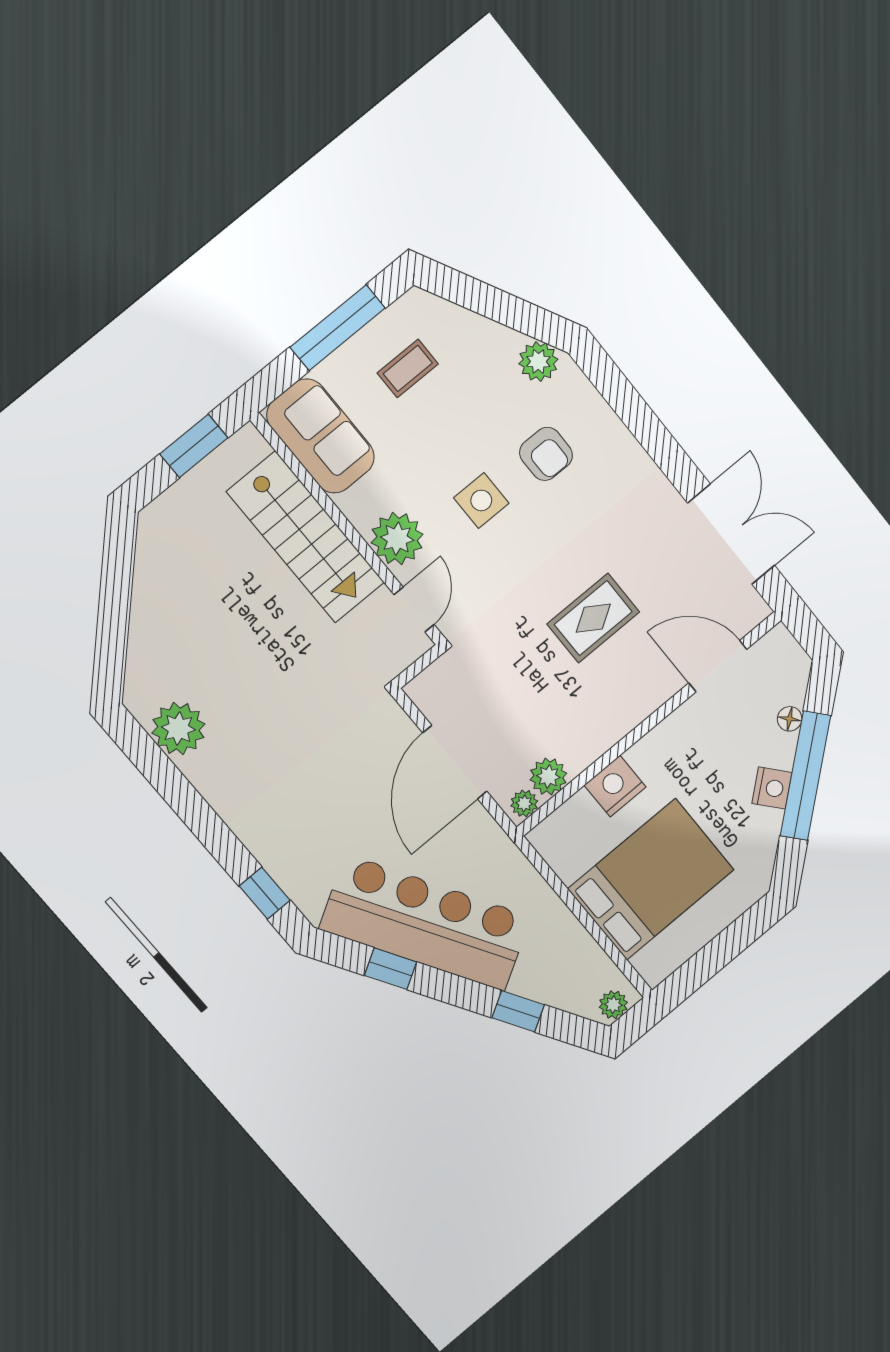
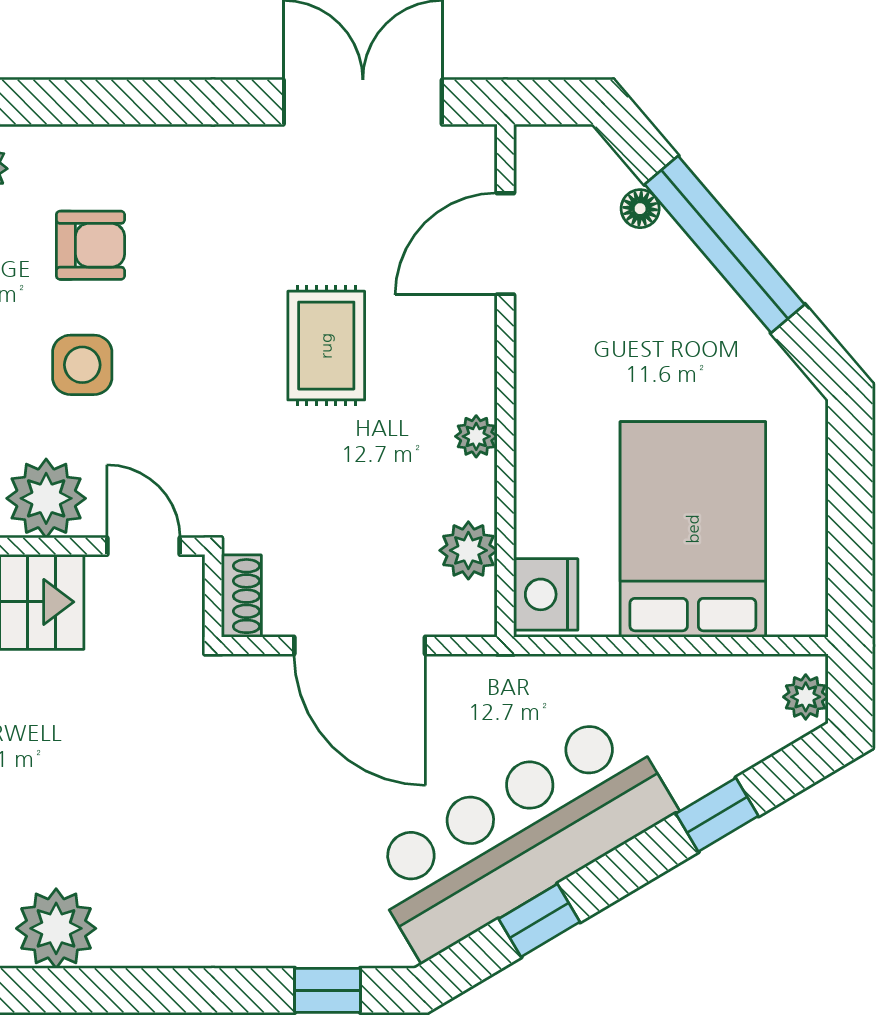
shoe rack: (430, 681) -> (241, 596), added
nightstand: (615, 786) -> (546, 594), moved
nightstand: (772, 788) -> (705, 297), removed
plant: (524, 803) -> (476, 436), moved

